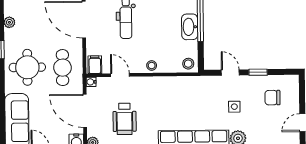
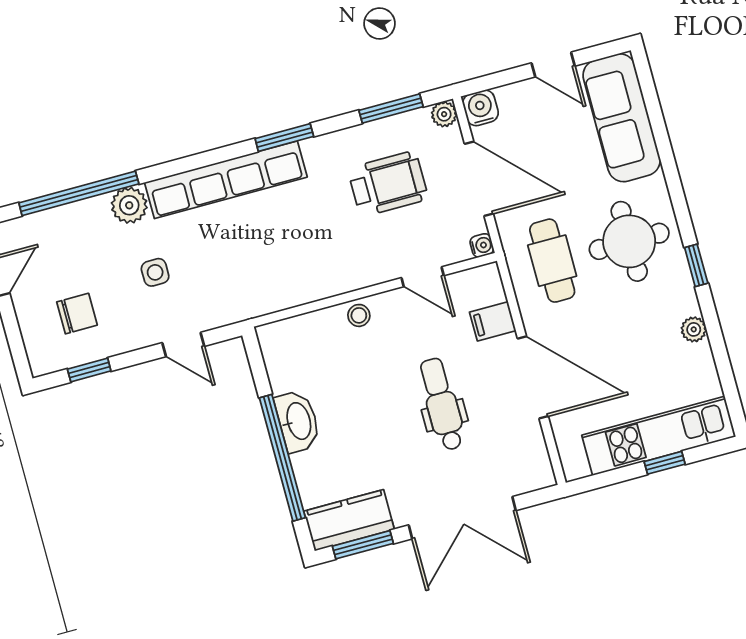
stool: (188, 64) -> (280, 340), removed
filing cabinet: (95, 65) -> (493, 321), moved, turned 90
window: (258, 72) -> (89, 370), moved
wheelchair: (125, 119) -> (388, 184), turned 90

